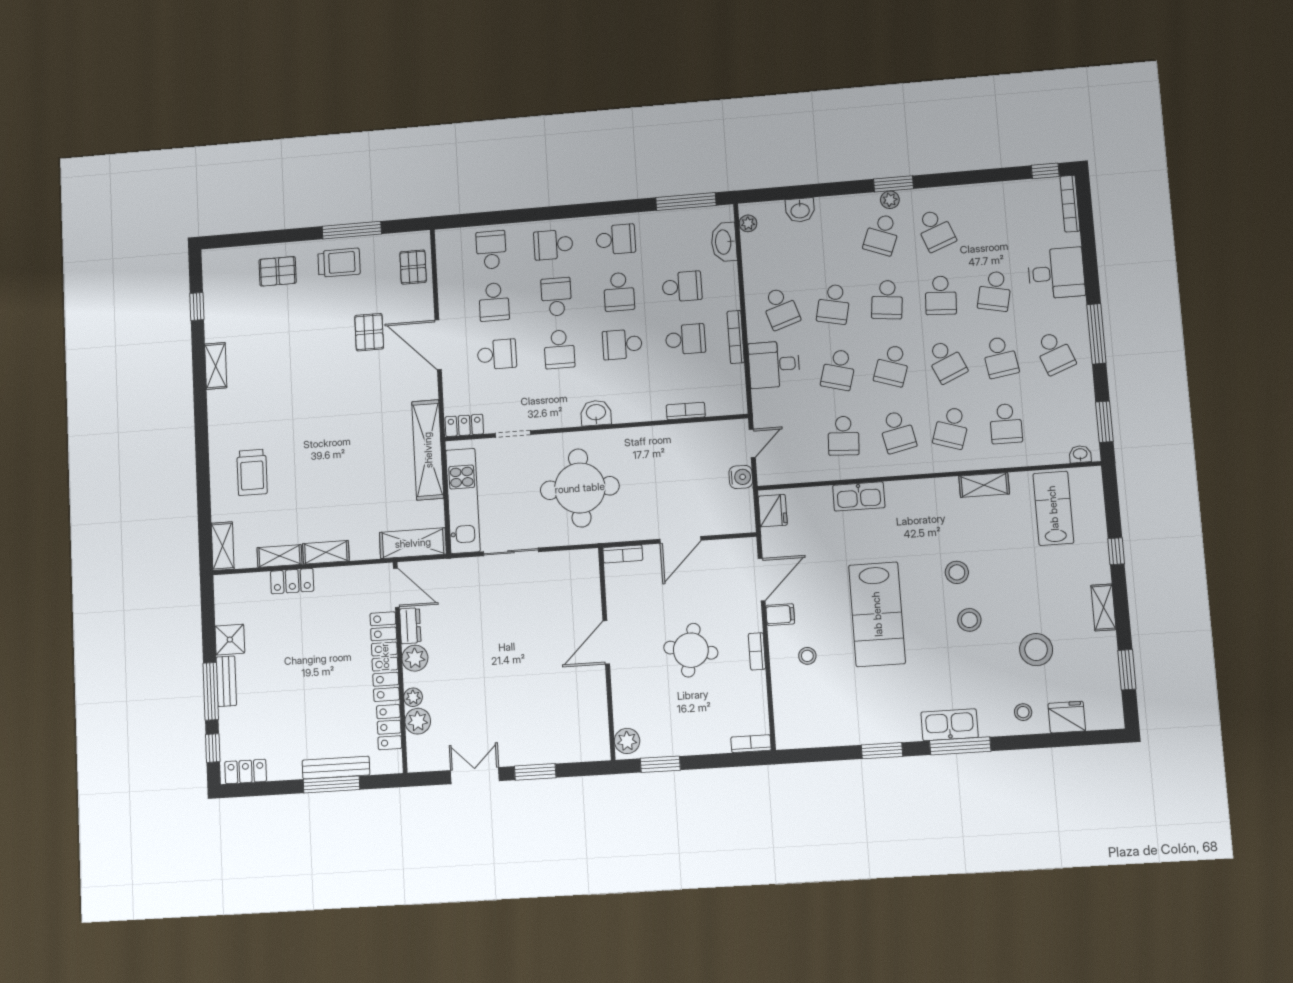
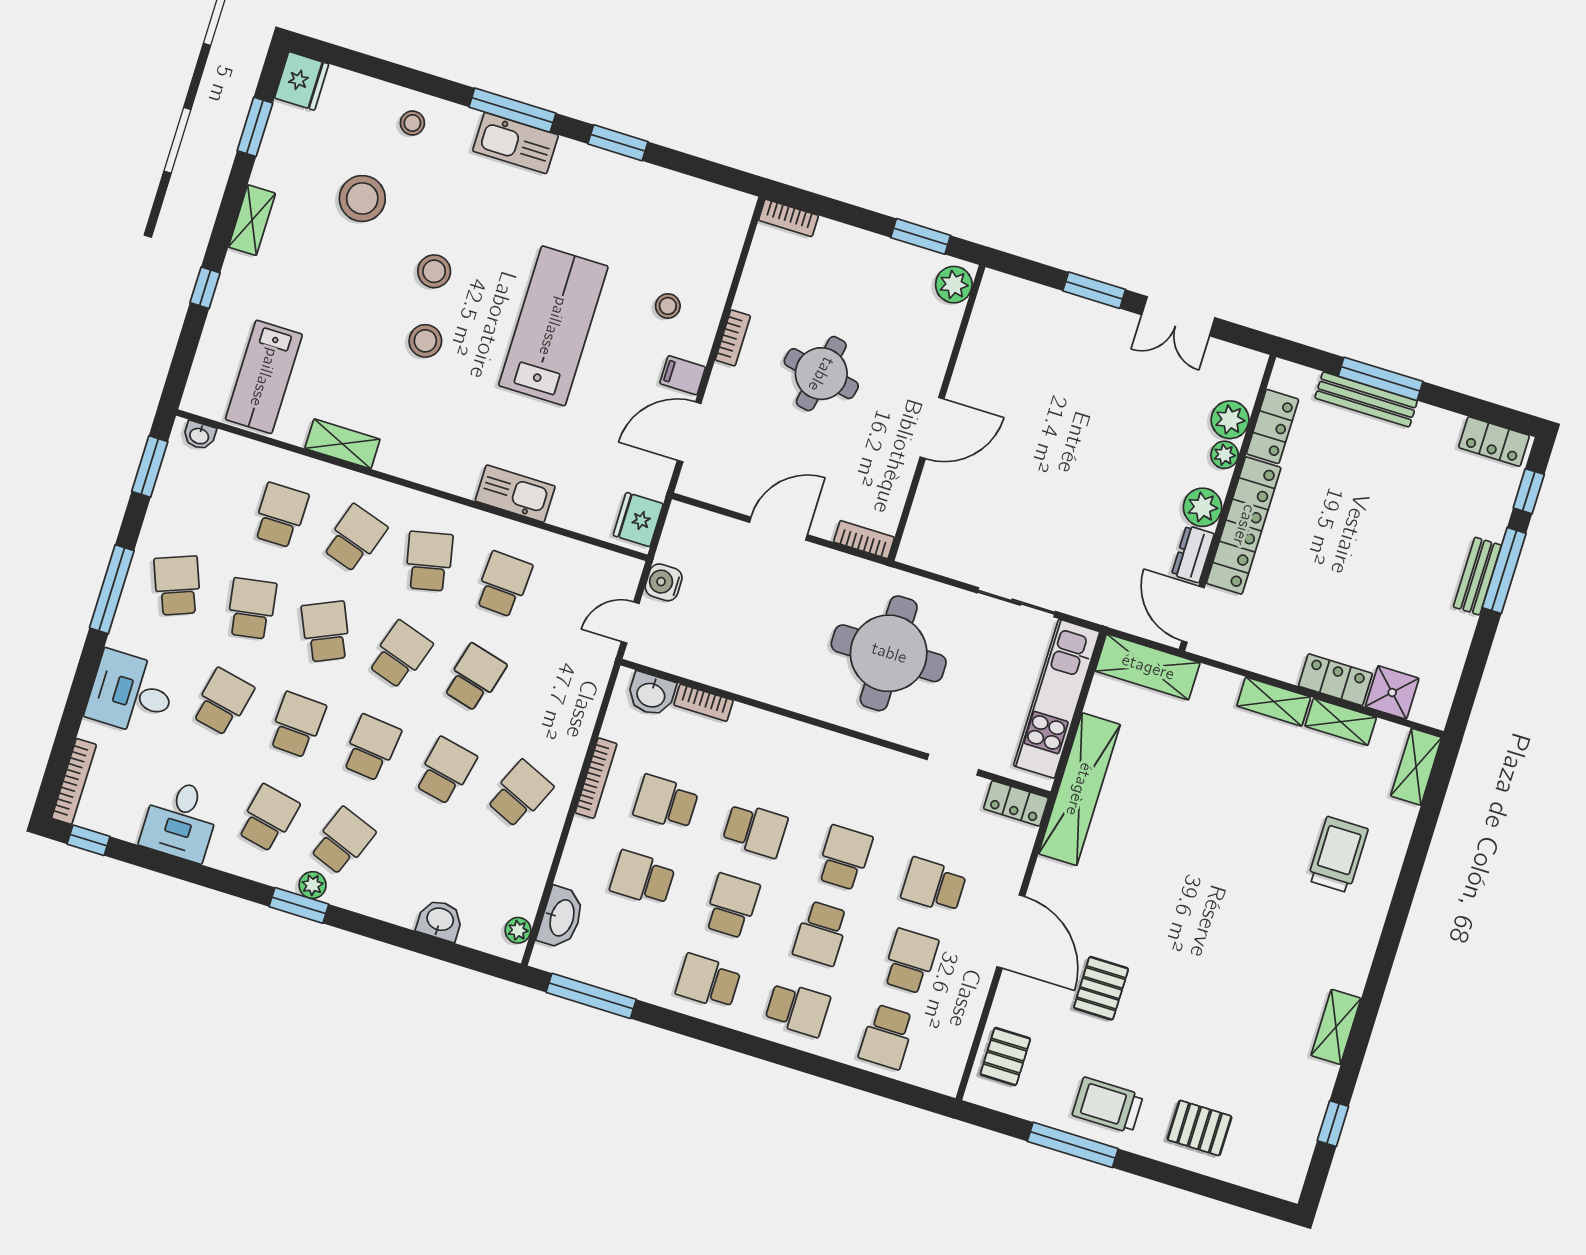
school desk: (935, 230) -> (268, 818), turned 33
school desk: (780, 308) -> (520, 794), turned 42
desk: (774, 364) -> (180, 820), moved, turned 90
washbasin: (596, 413) -> (651, 694), moved
shower: (230, 640) -> (1392, 692), moved
fridge: (1067, 717) -> (302, 81), moved, turned -90

